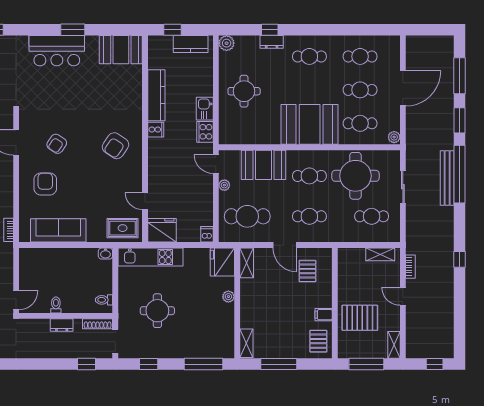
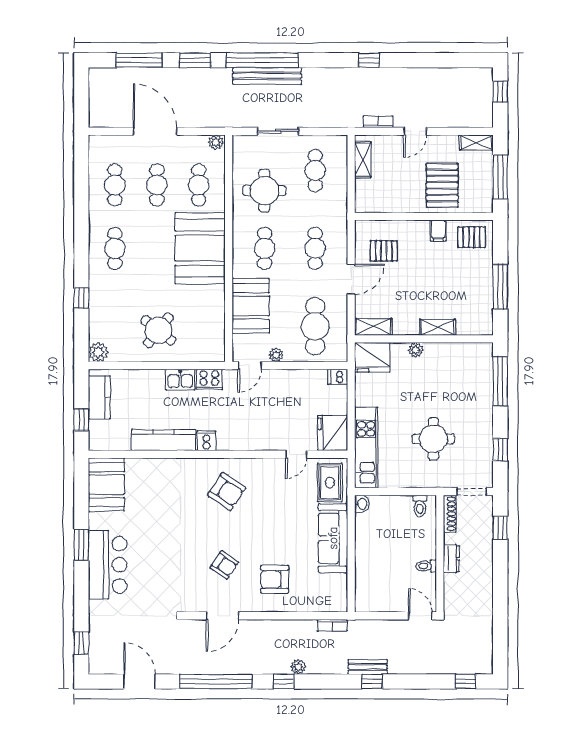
dresser: (272, 42) -> (97, 296), removed
round table: (244, 91) -> (158, 330), turned 38
round table: (355, 176) -> (264, 191), width x0.73, depth x0.73
sofa: (58, 230) -> (333, 538), moved
shelving: (246, 343) -> (438, 327), moved

